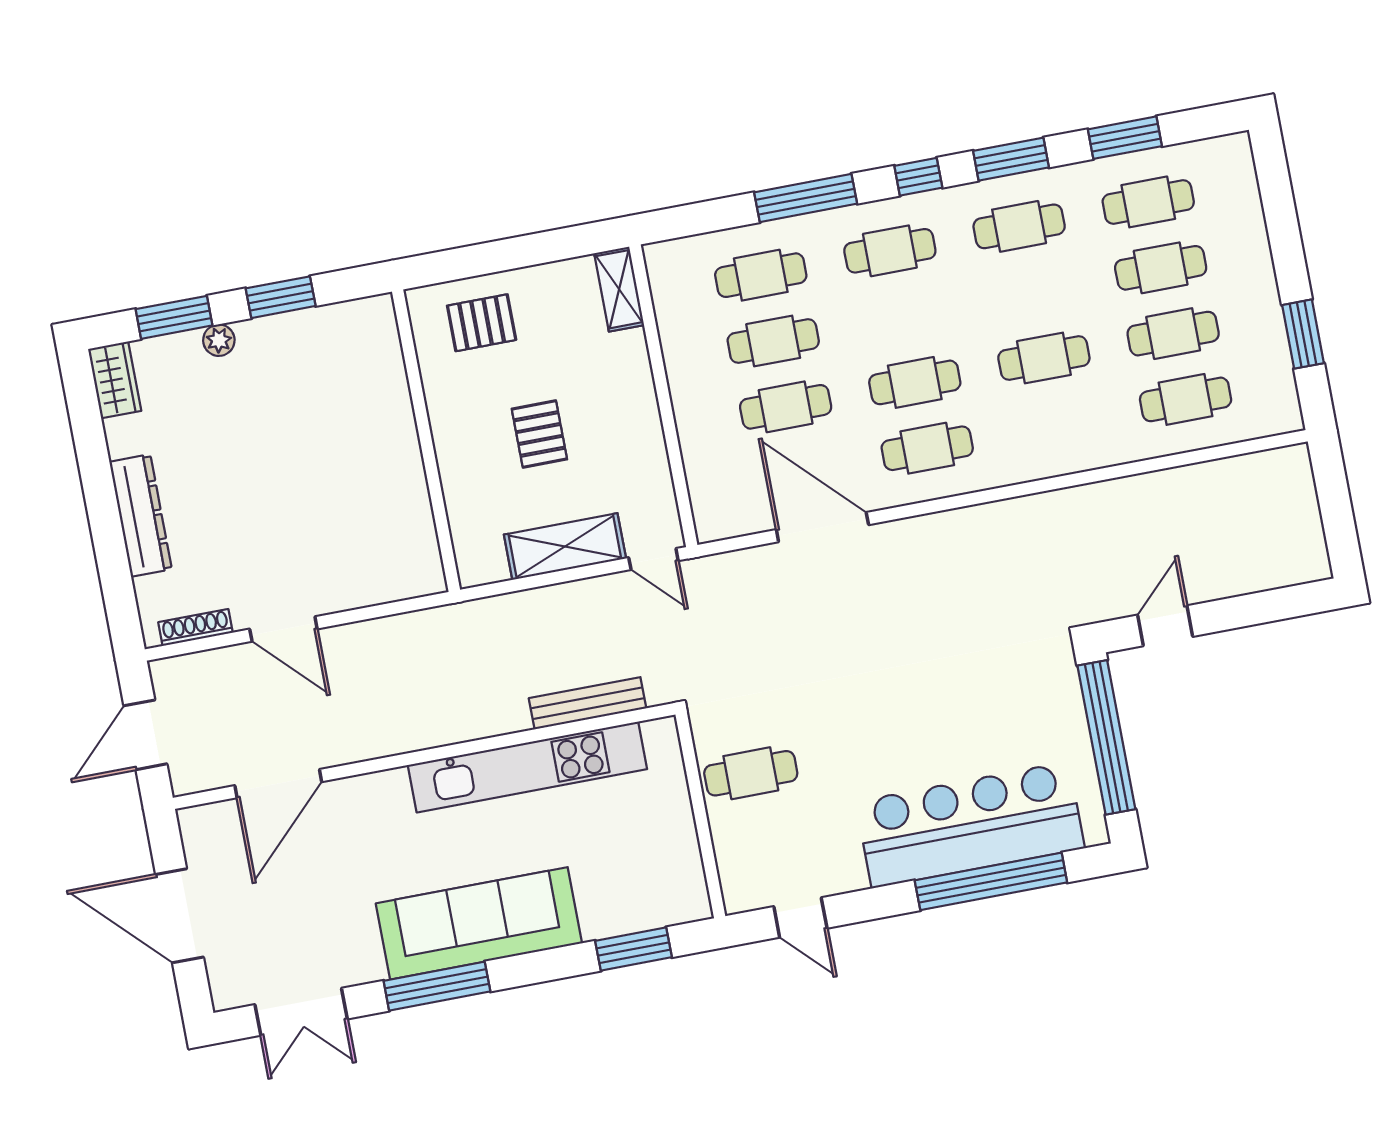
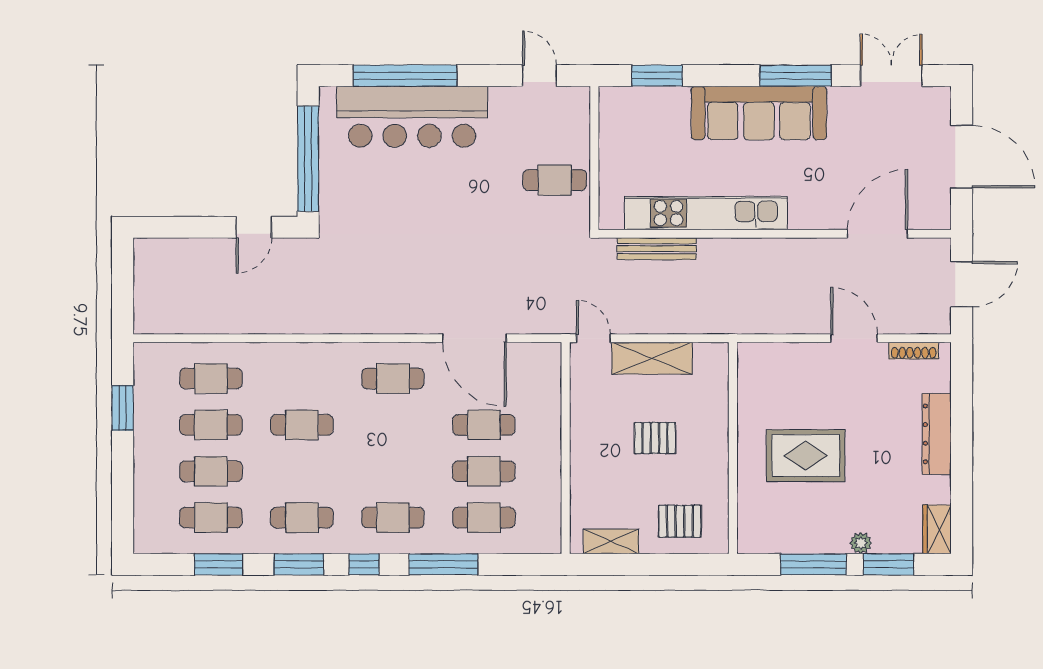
shelving: (619, 289) -> (611, 541), moved, turned 90
window: (281, 297) -> (813, 564), width x1.44
cafe table: (915, 382) -> (393, 425), removed
pallet: (539, 434) -> (655, 438), turned 90
rug: (321, 449) -> (806, 456), added

